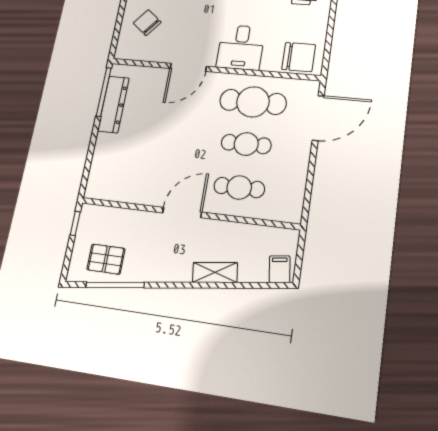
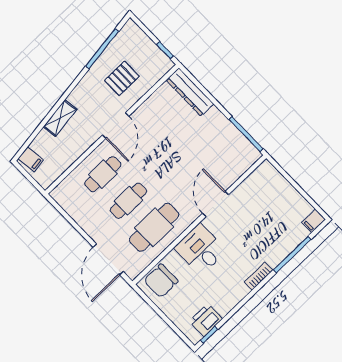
chair: (147, 23) -> (275, 201), removed
dresser: (113, 104) -> (190, 92), moved
pallet: (106, 259) -> (122, 78), moved

